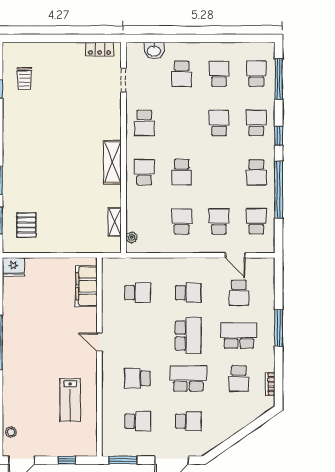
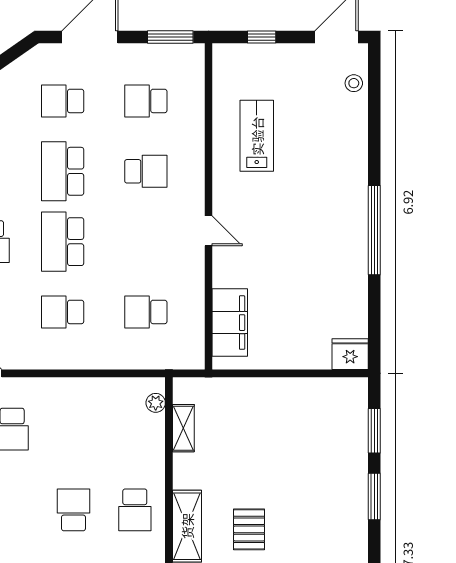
school desk: (182, 221) -> (73, 429), removed
pallet: (26, 225) -> (249, 529), moved
school desk: (188, 378) -> (63, 171), turned 90

